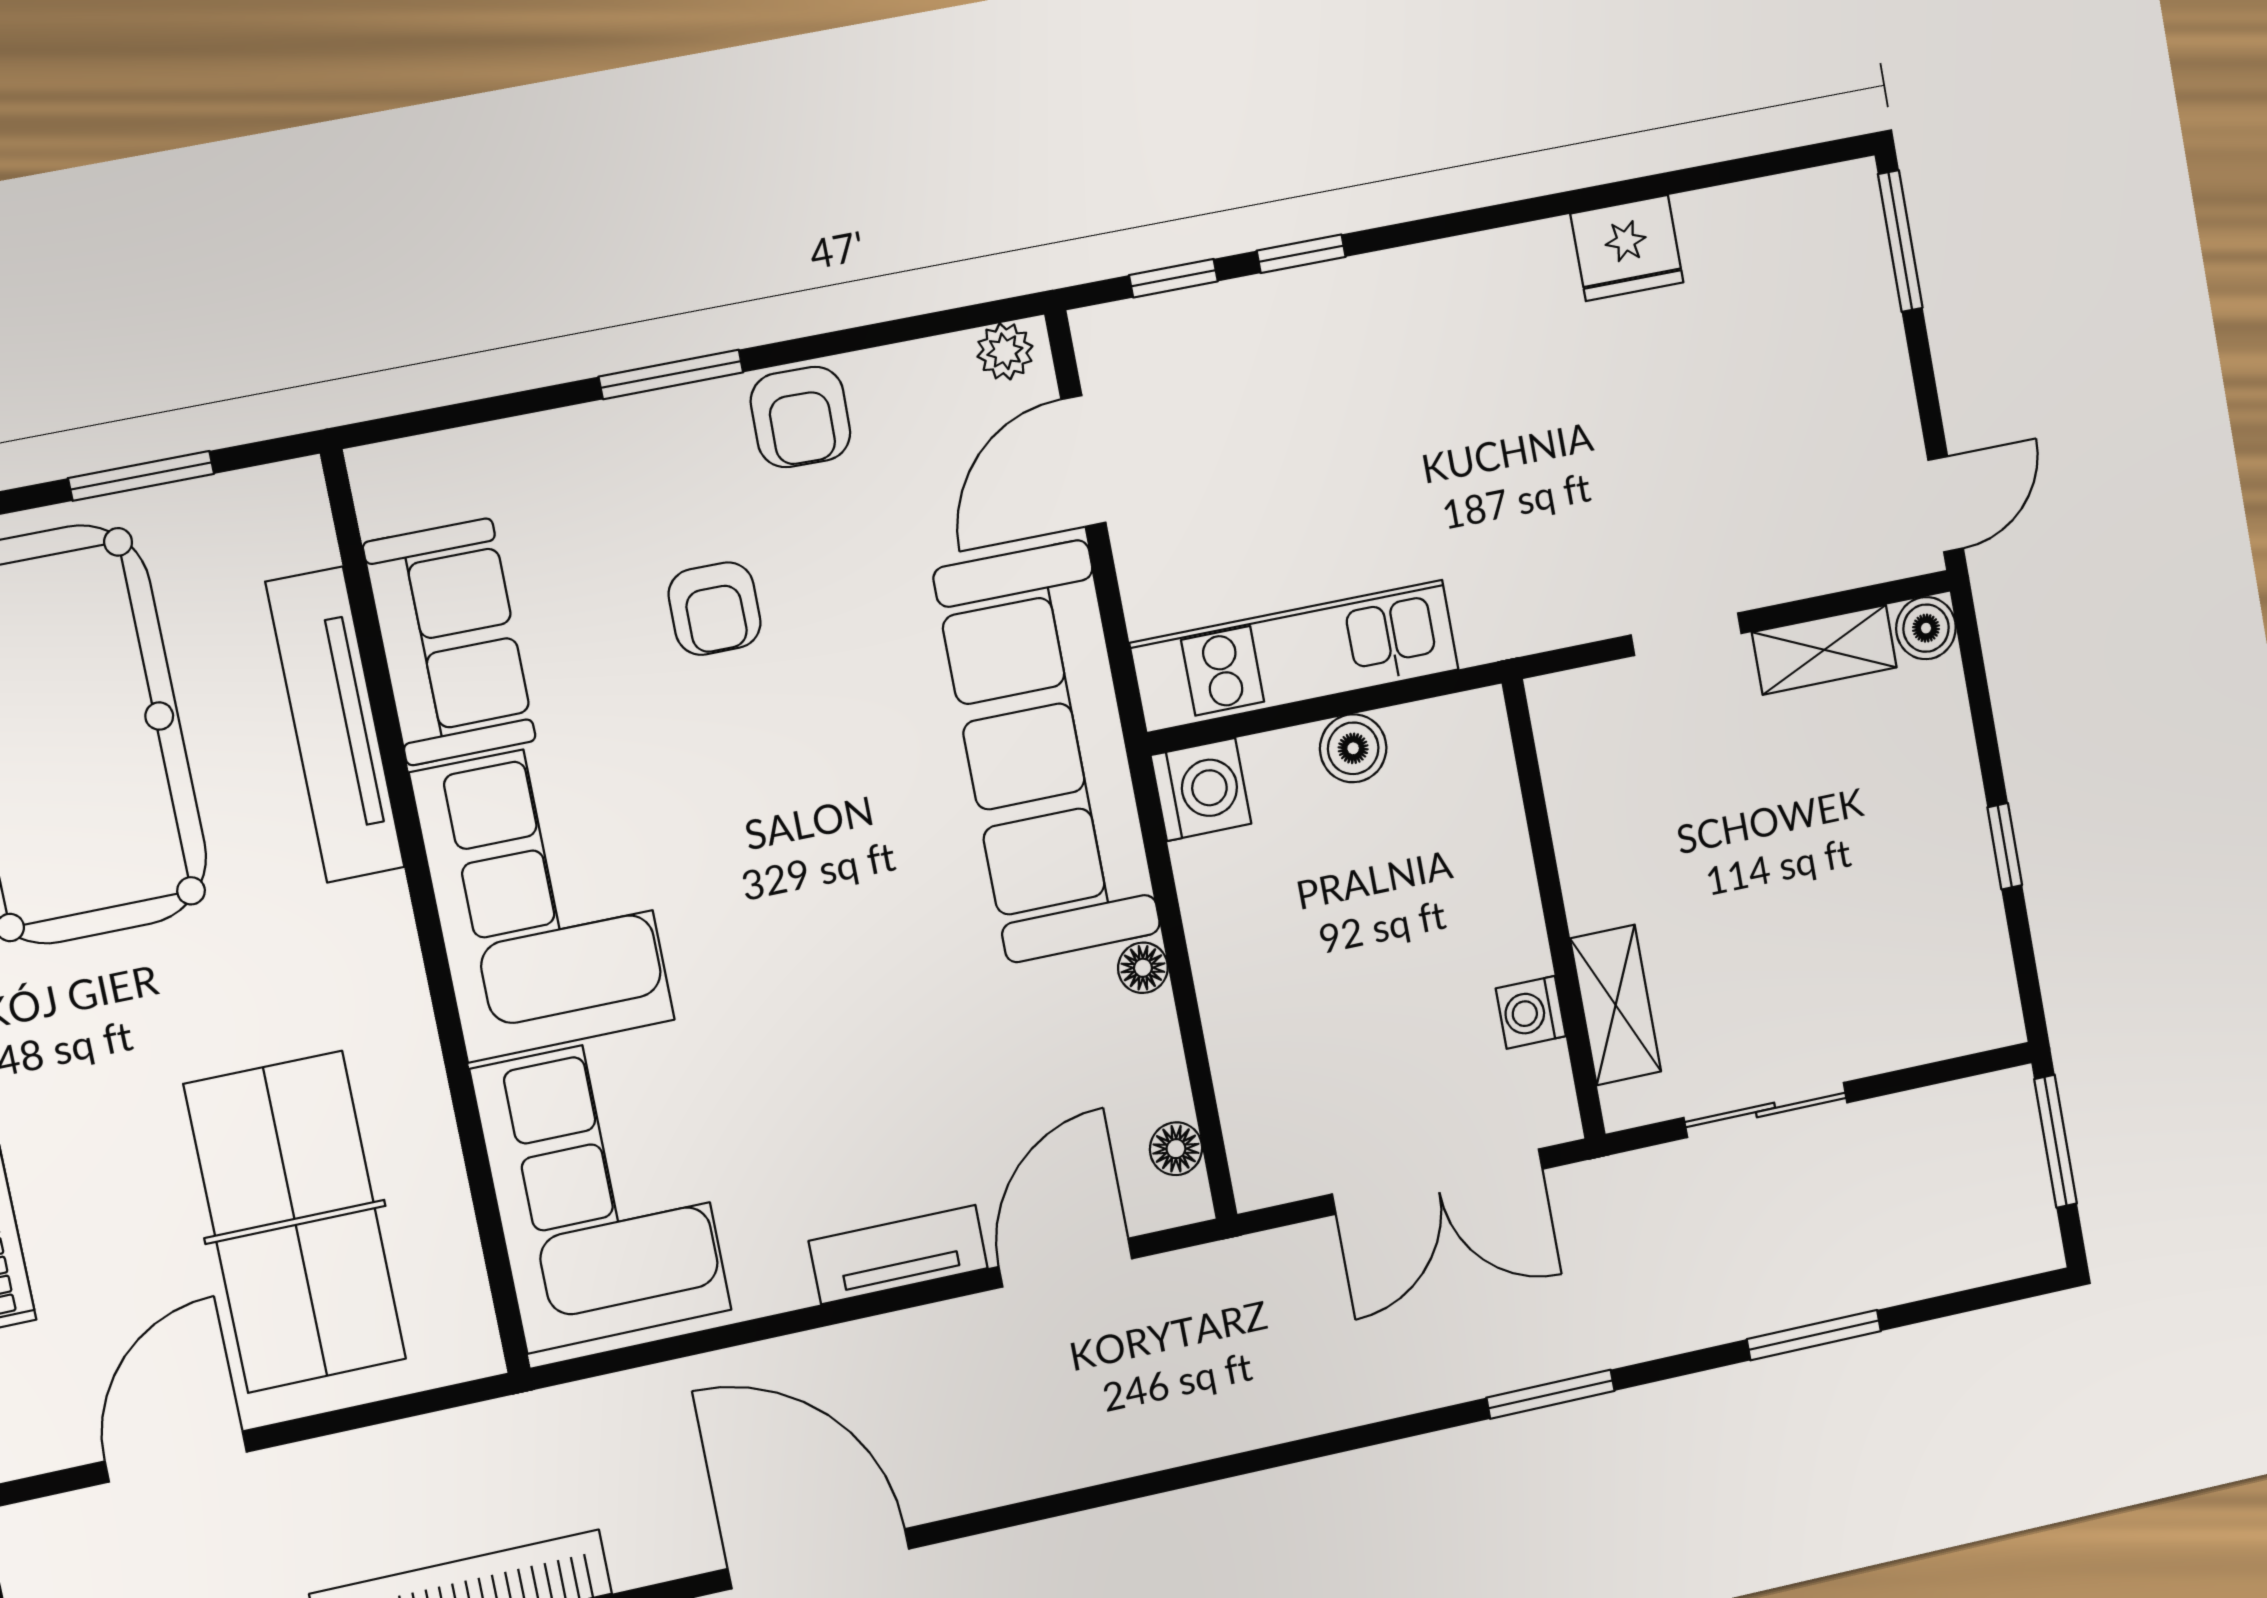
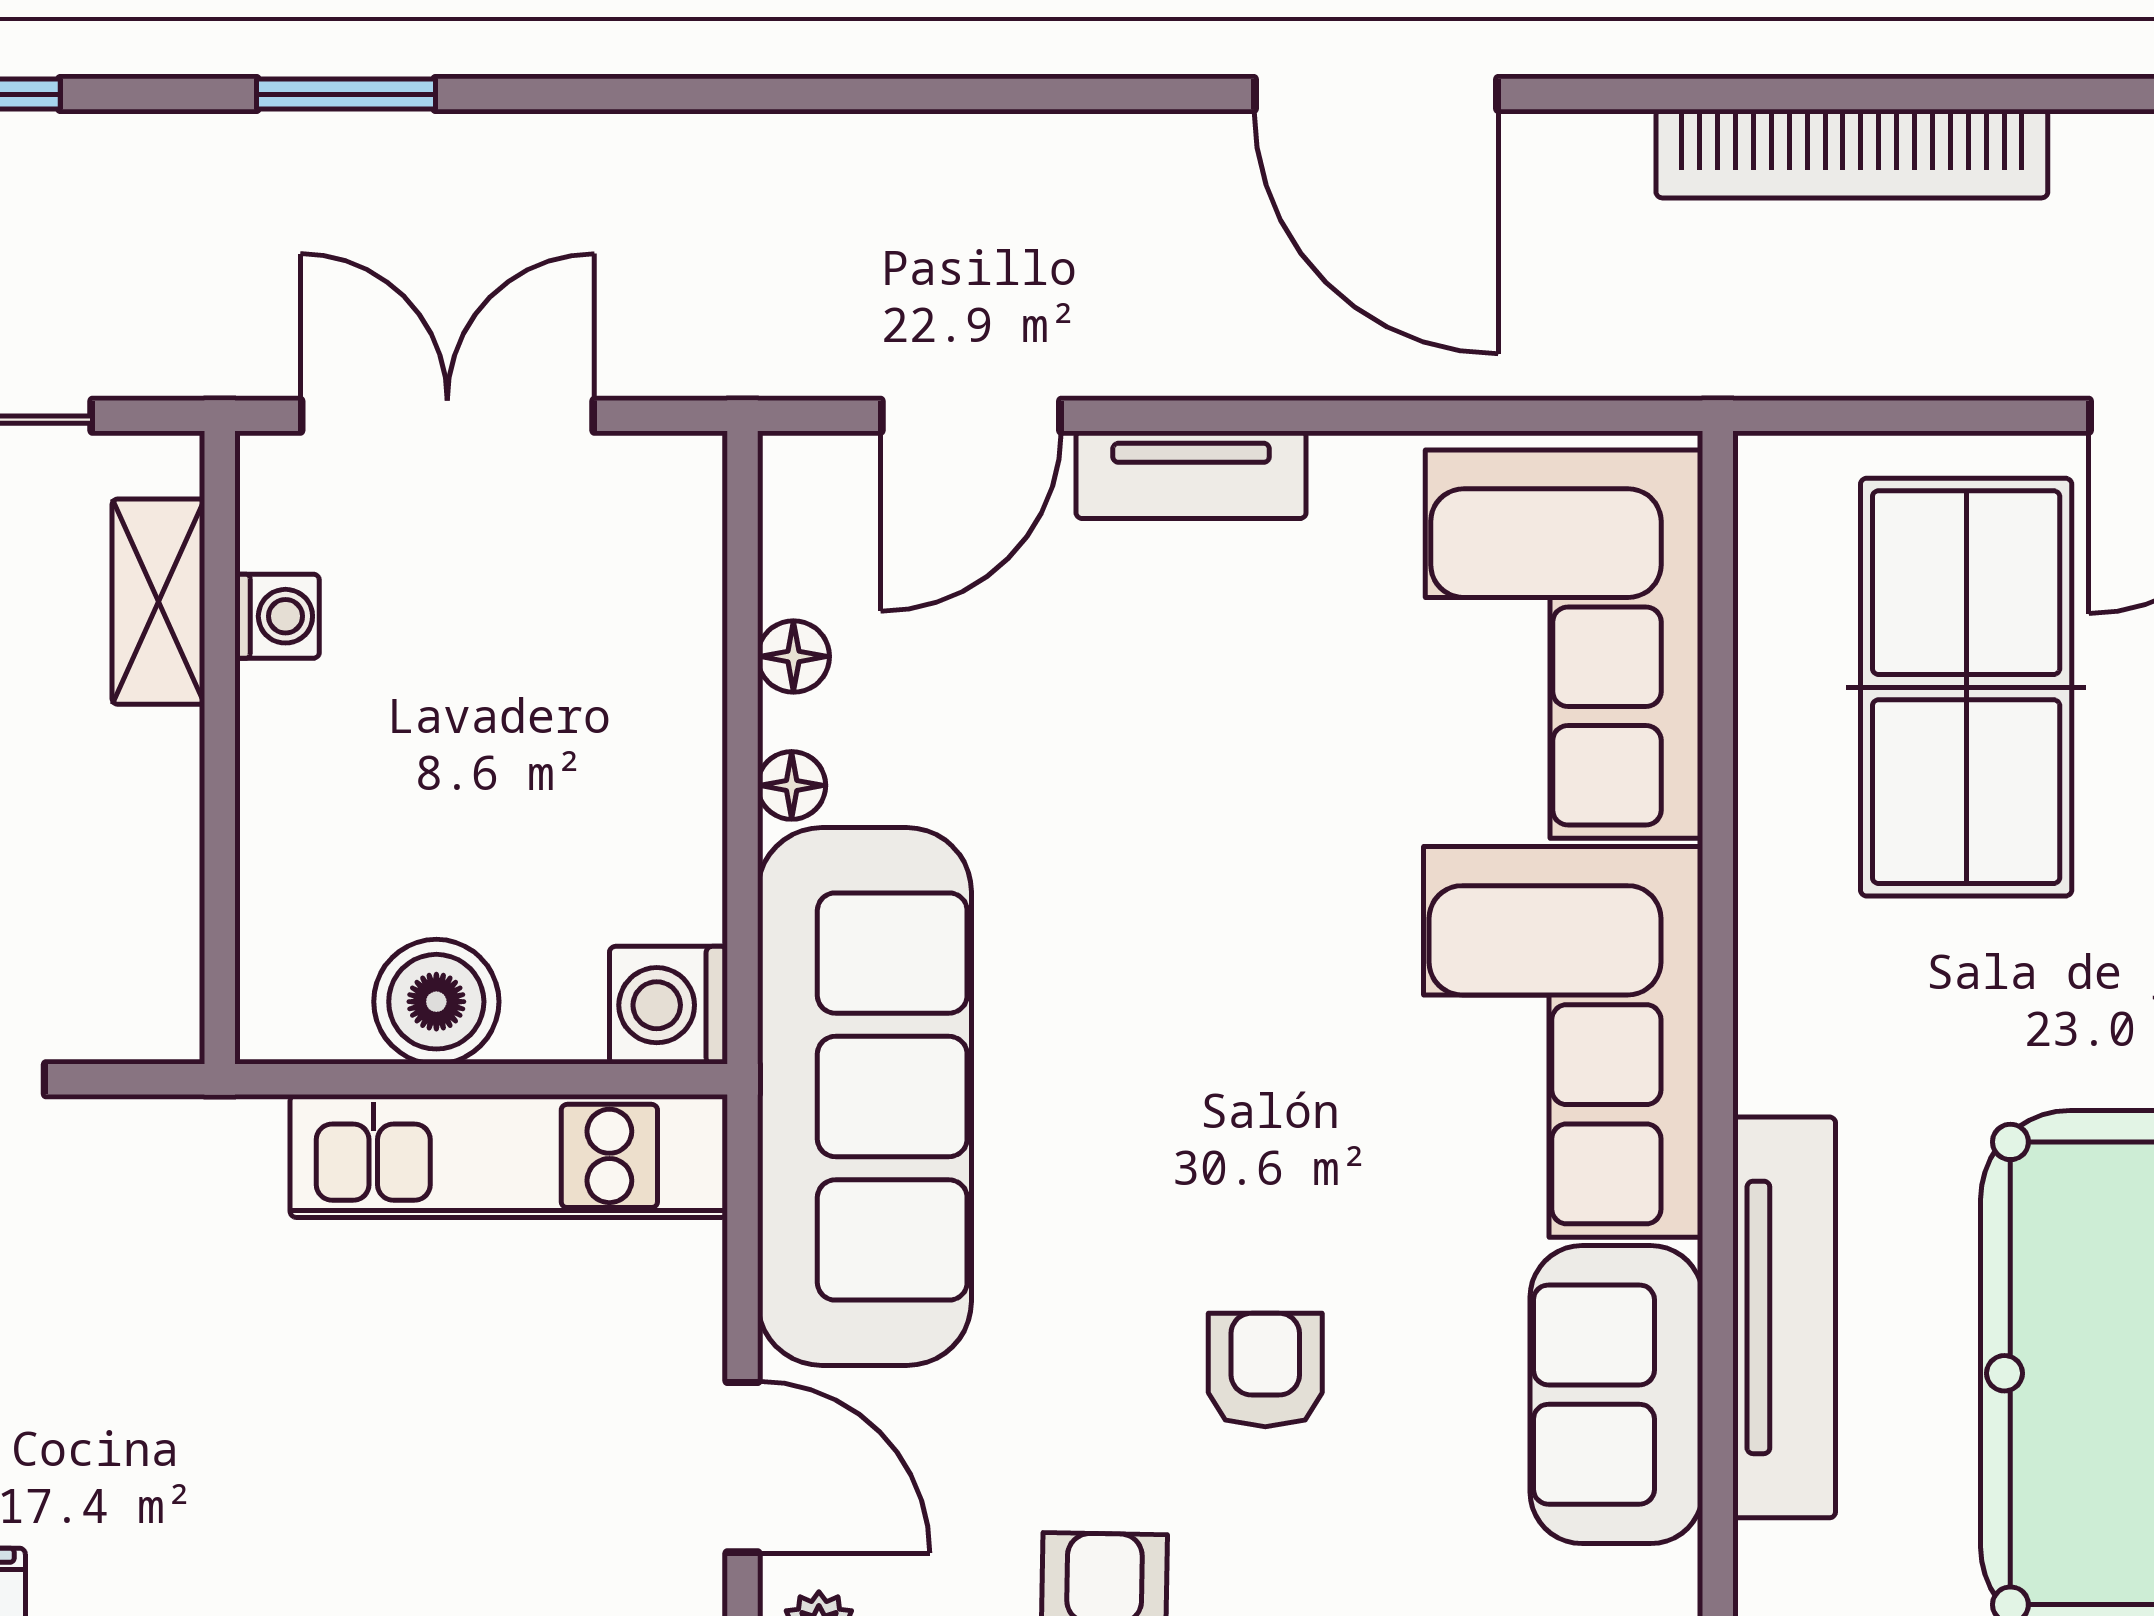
door: (1083, 461) -> (743, 1467), hinge flipped
boiler: (1353, 748) -> (436, 1002), width x1.36, depth x1.36
floor lamp: (1176, 1149) -> (793, 656), moved

